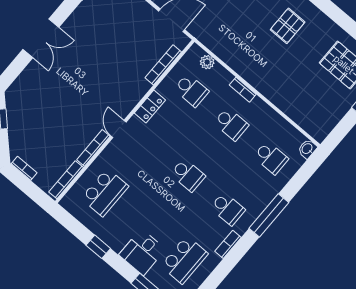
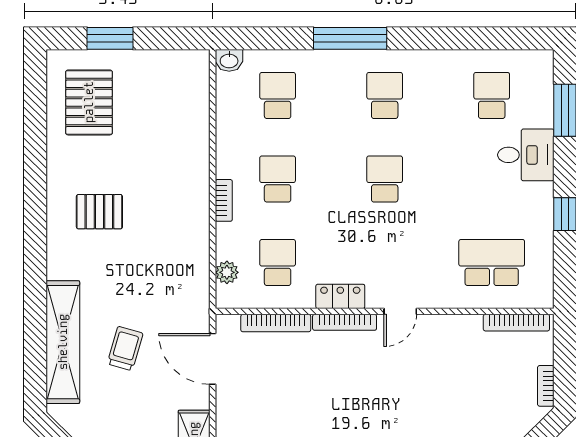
bookcase: (93, 148) -> (345, 322), moved
bookcase: (228, 244) -> (428, 58), removed
school desk: (184, 260) -> (492, 95), width x0.54

